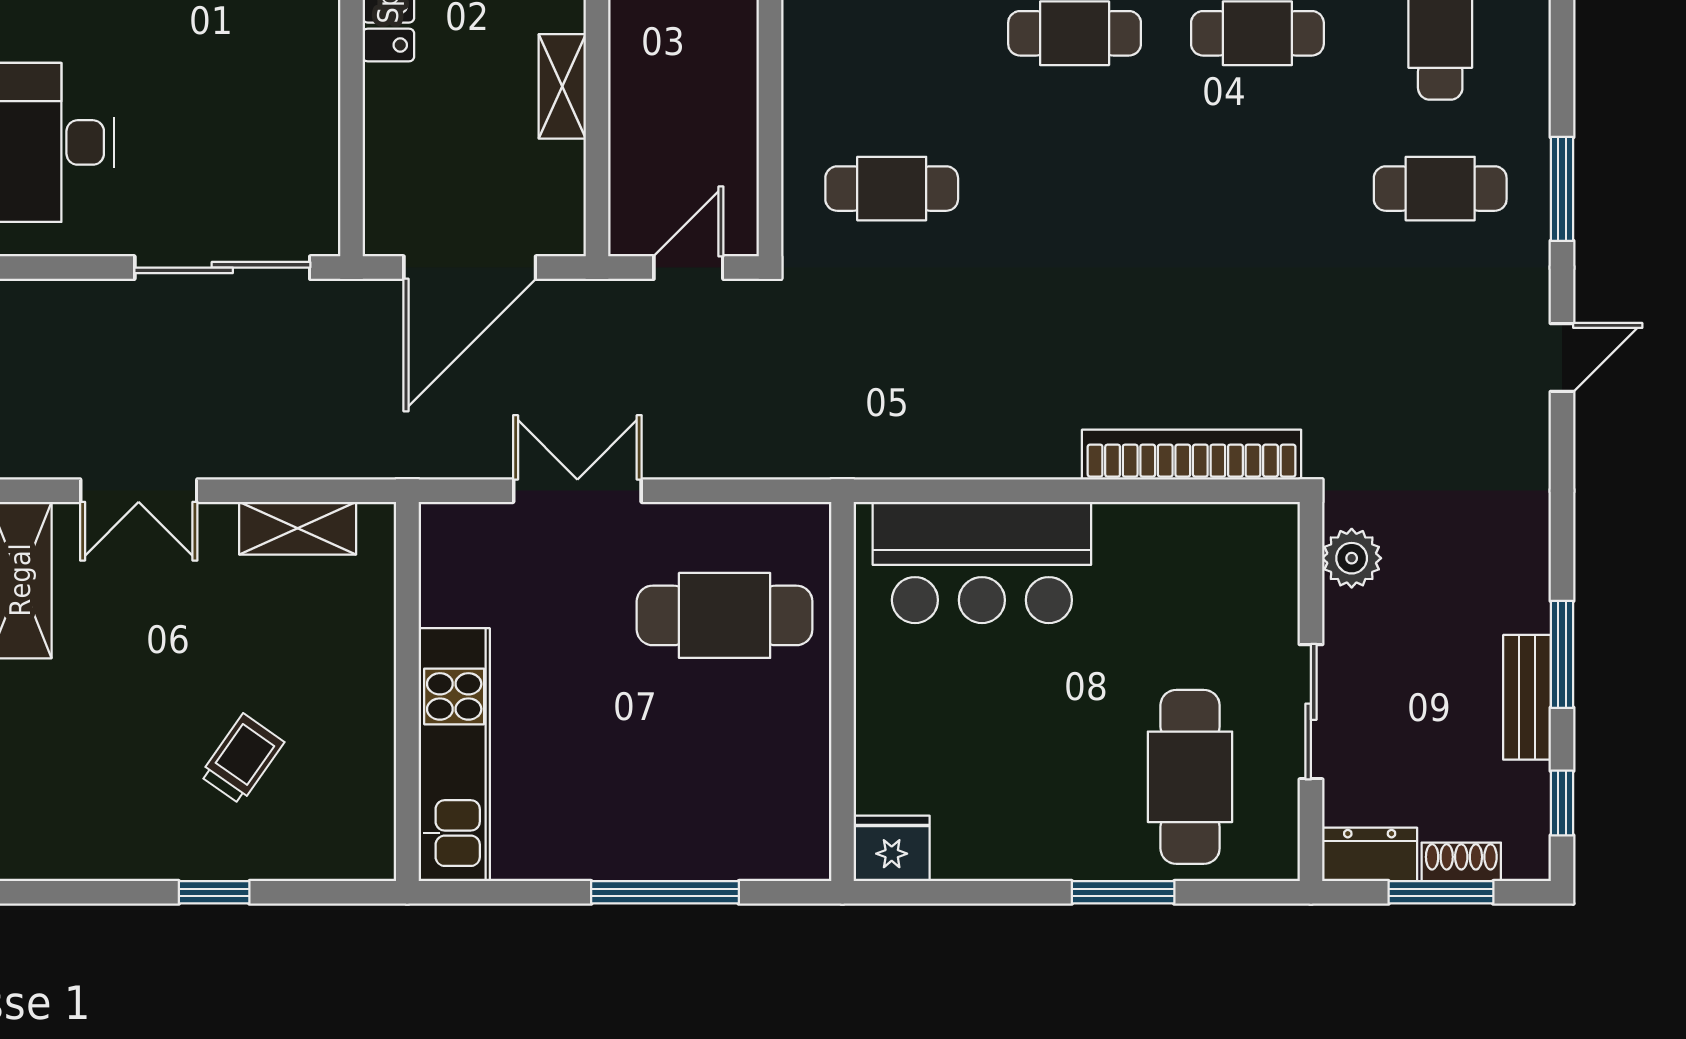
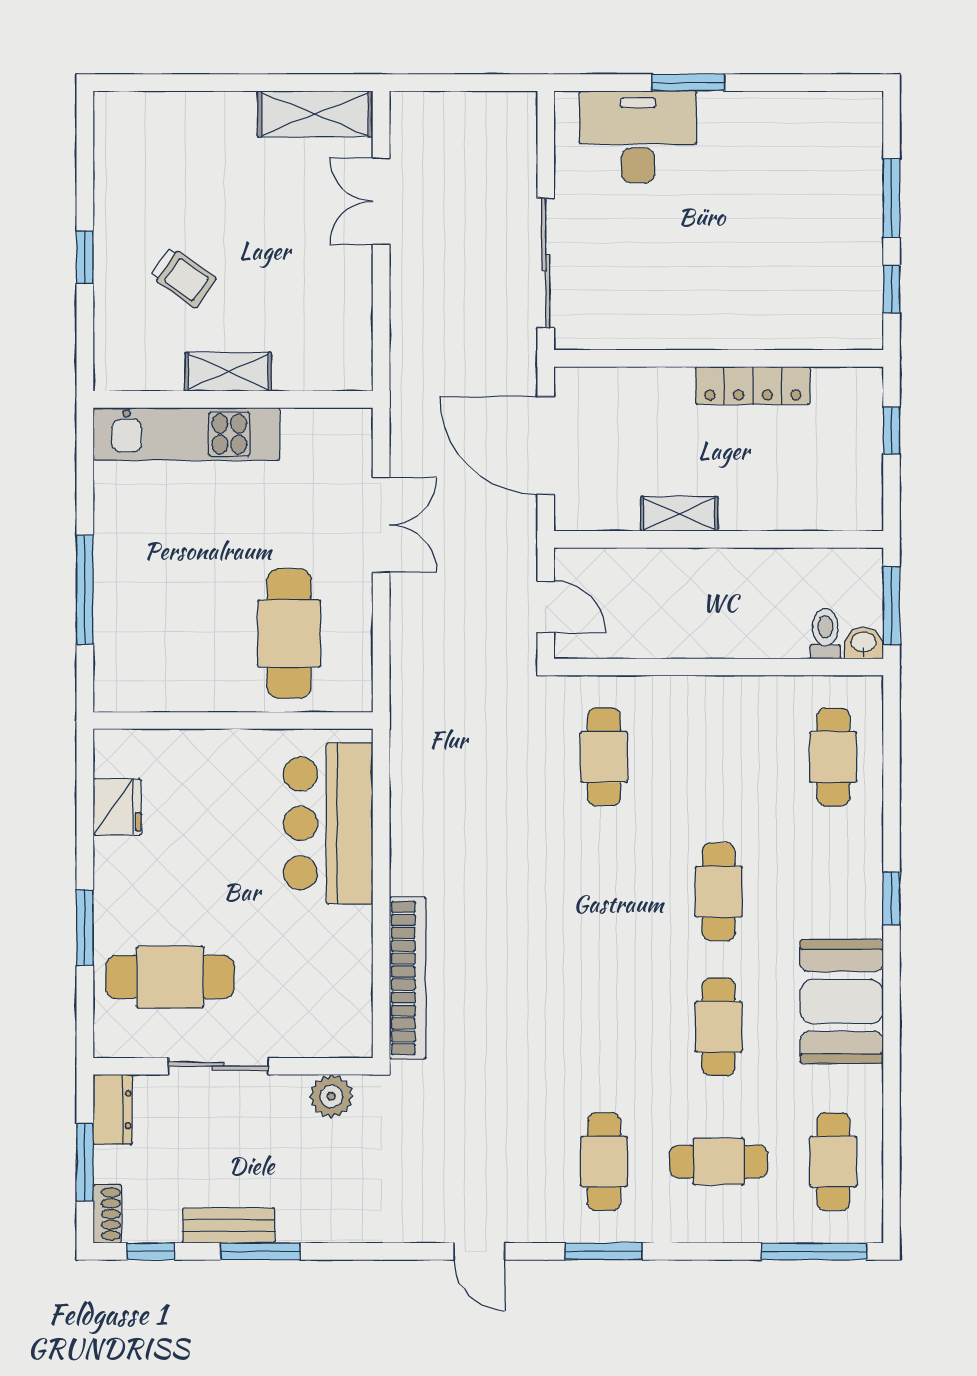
shelving: (298, 528) -> (228, 372), moved, turned 90
fridge: (892, 848) -> (117, 807), moved
shoe rack: (1461, 862) -> (107, 1214), moved

